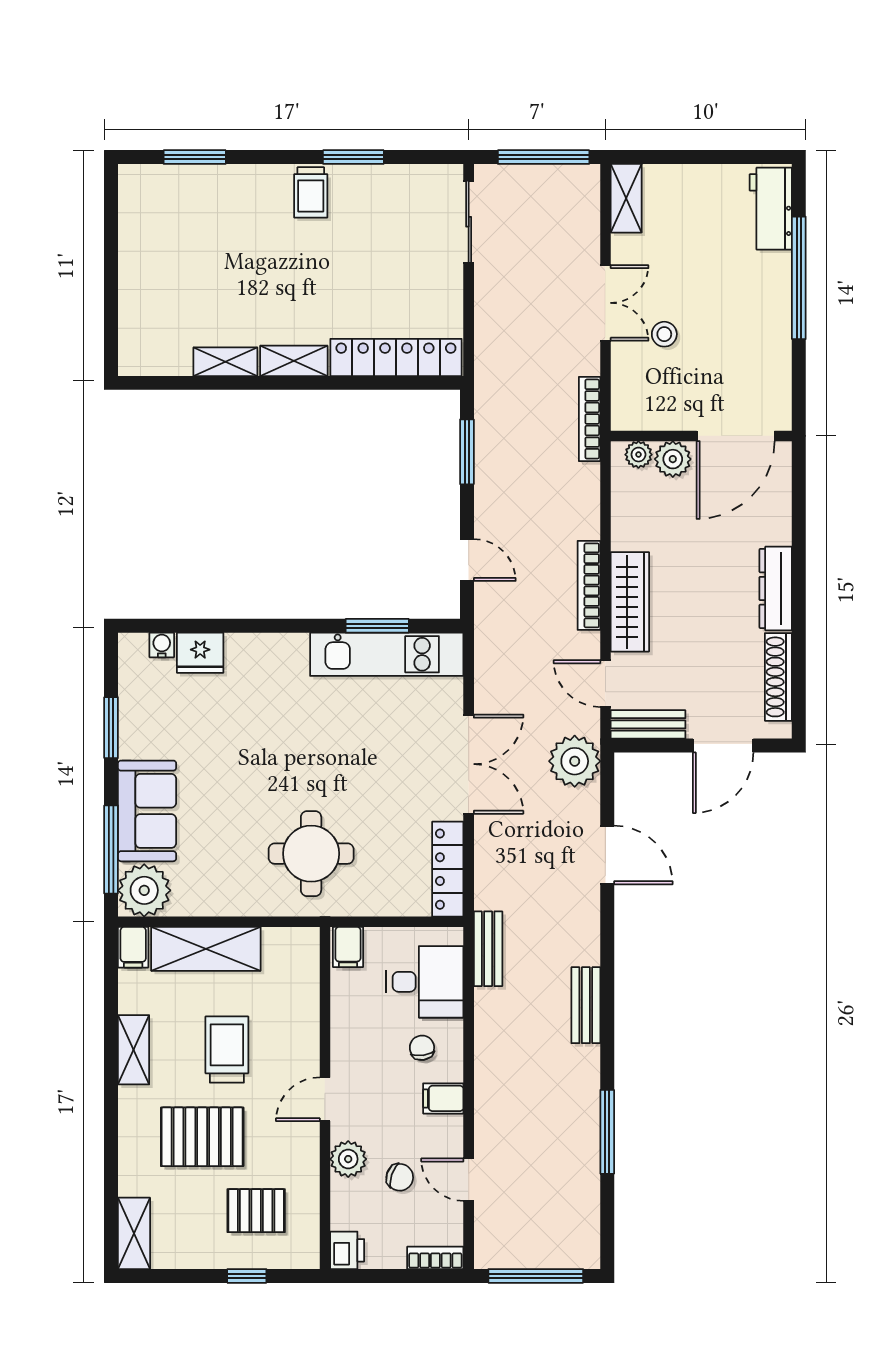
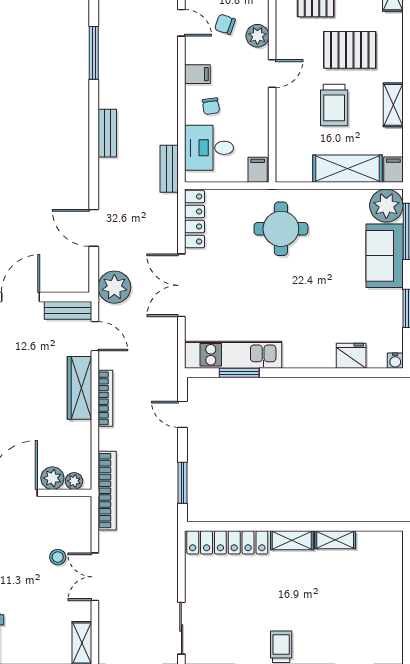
bookcase: (590, 419) -> (107, 491), width x1.48, depth x1.31
water cooler: (162, 645) -> (395, 361), moved

